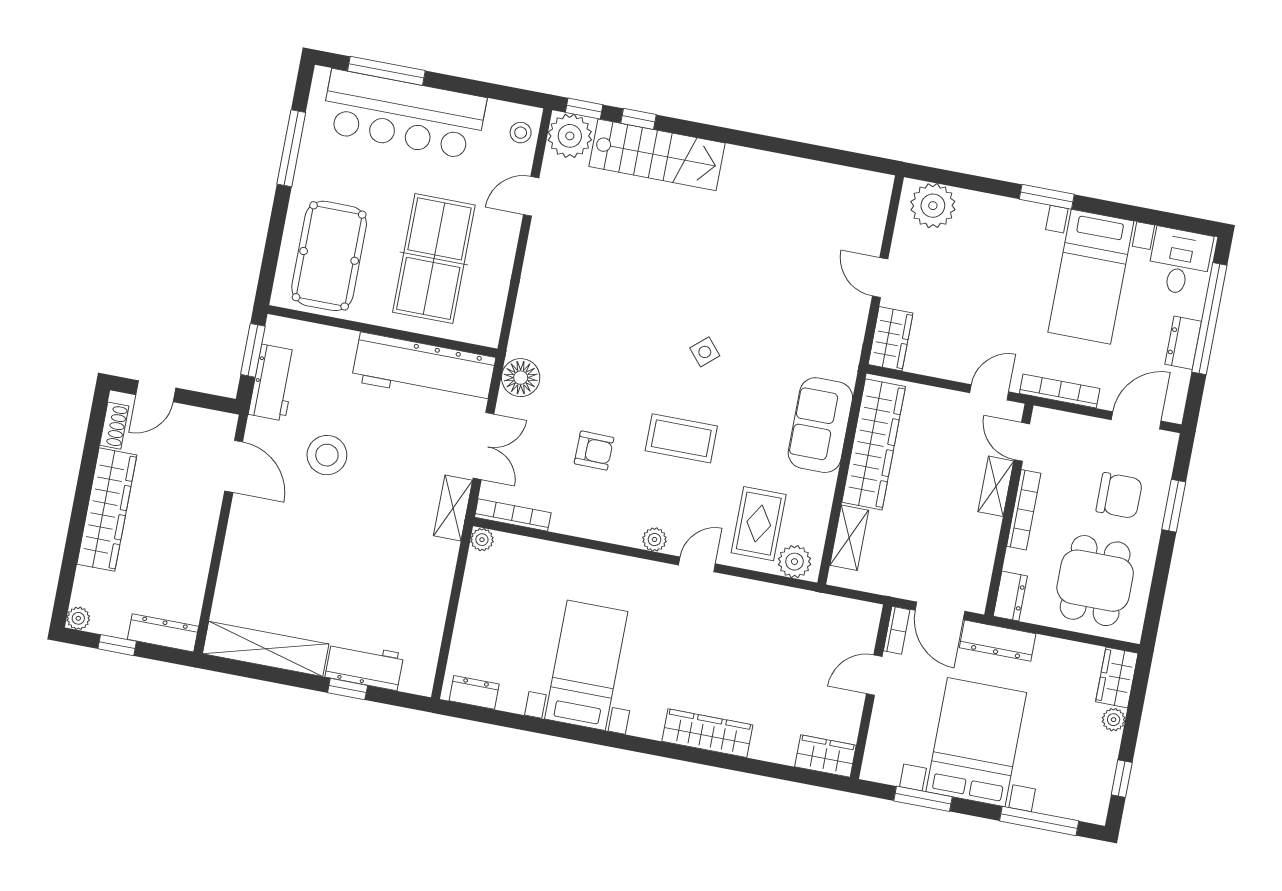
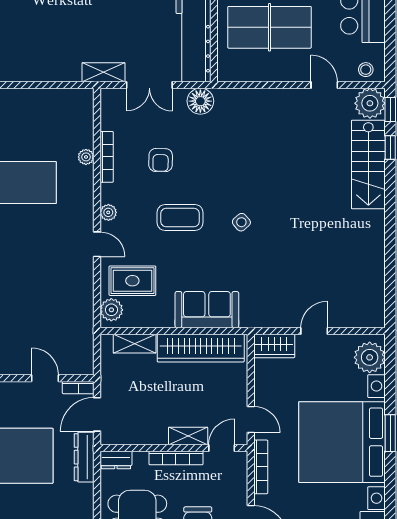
bed with nightstands: (1091, 277) -> (342, 442), width x1.85
coffee table: (681, 438) -> (180, 218), turned 90
bookcase: (513, 515) -> (107, 157), moved
plant: (482, 540) -> (86, 157), moved

